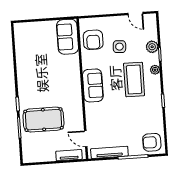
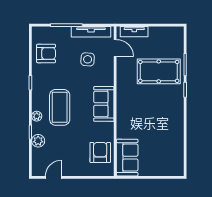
door: (135, 13) -> (53, 177), hinge flipped
side table: (119, 47) -> (88, 59), moved
armchair: (152, 142) -> (46, 53), moved

